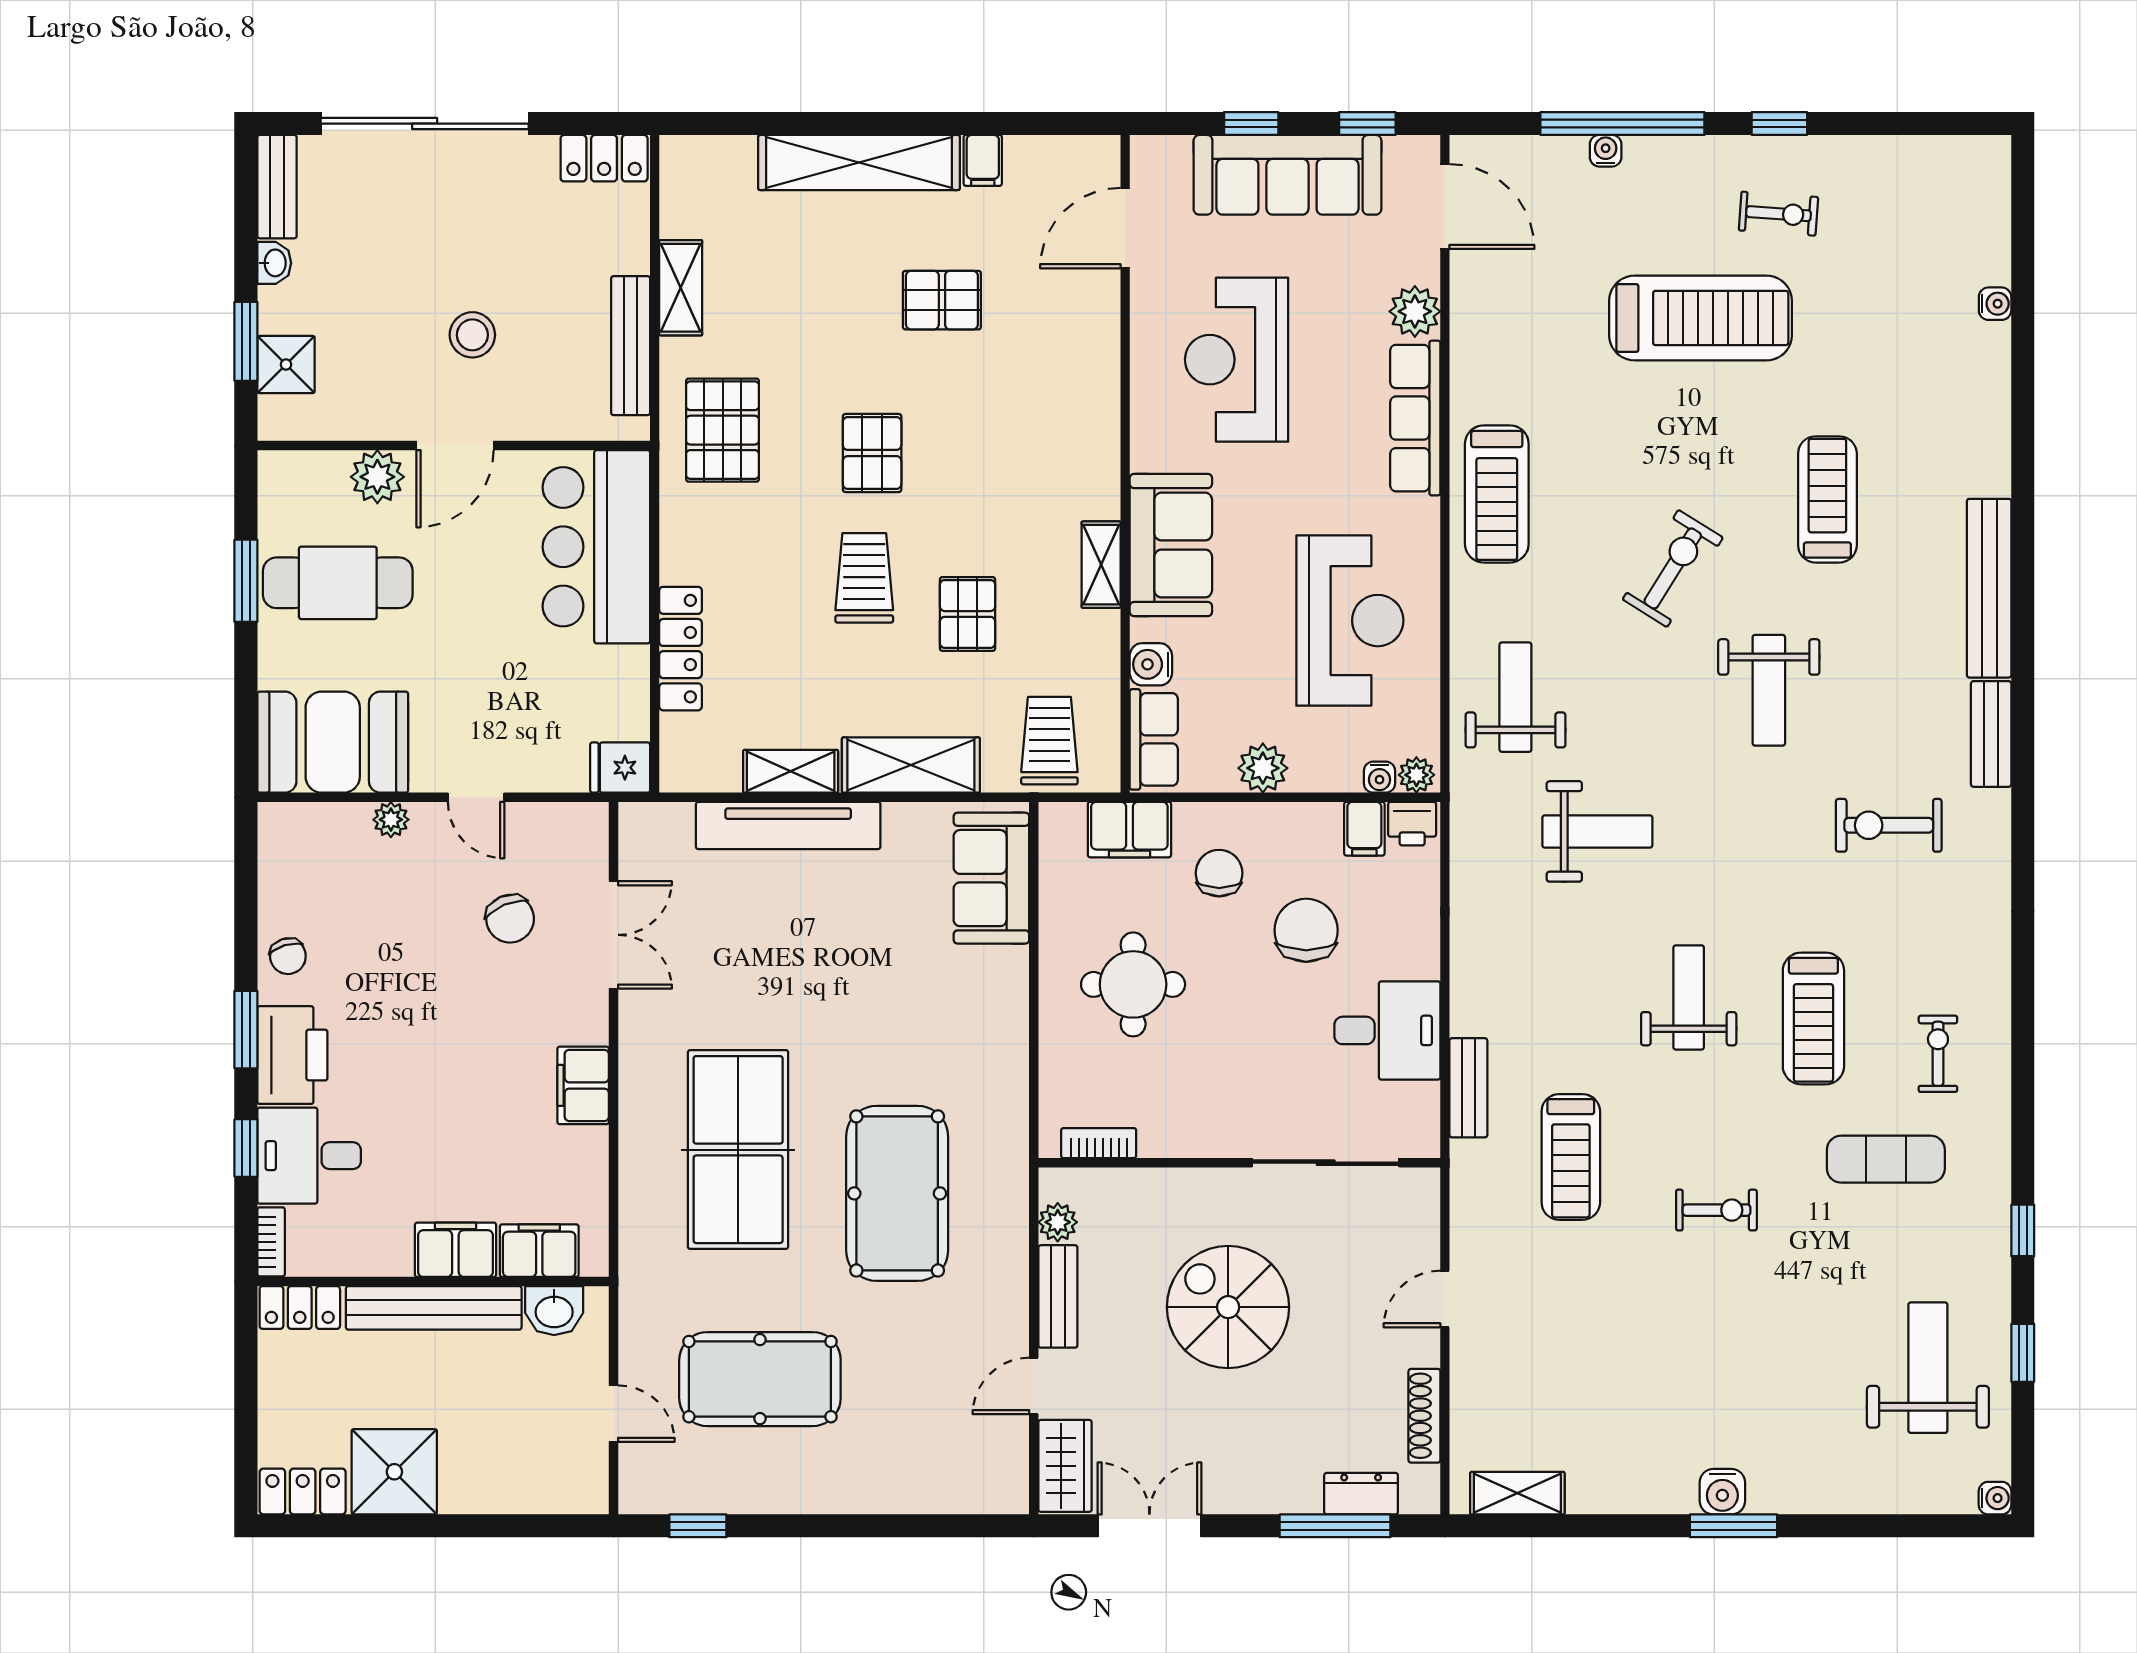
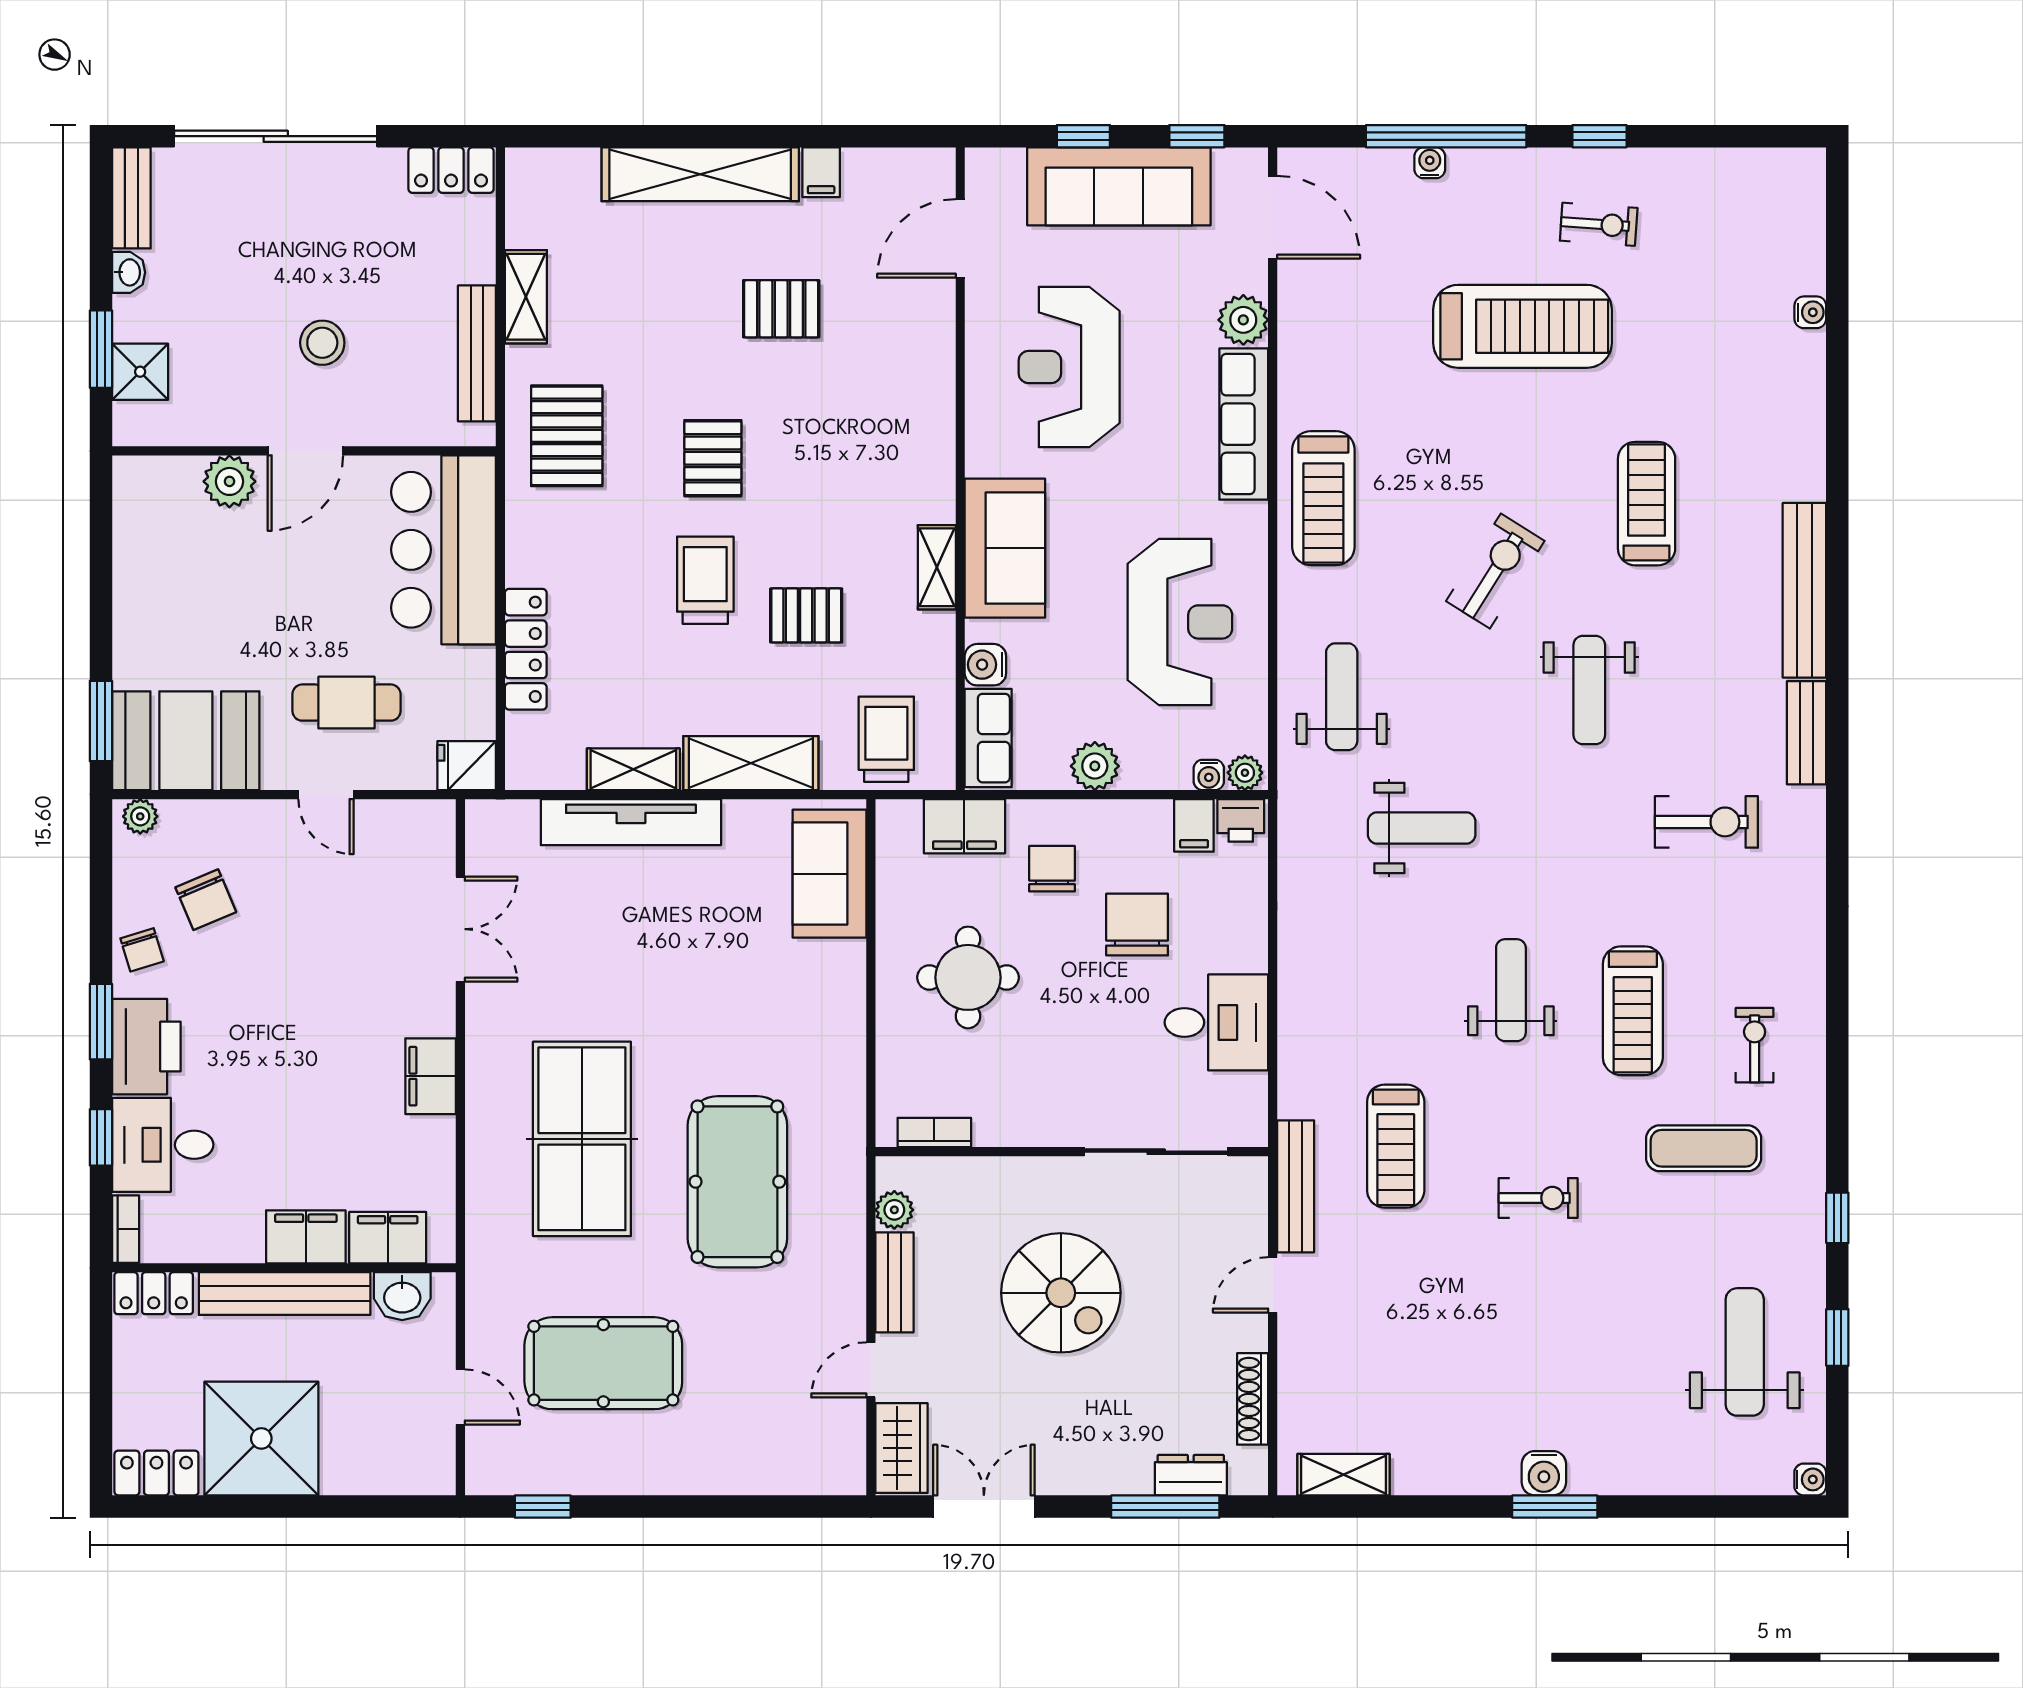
window: (246, 581) -> (101, 721), moved
cafe table: (338, 583) -> (347, 703), moved, width x0.73, depth x0.74
pallet: (968, 614) -> (806, 615), turned 90
plant: (391, 820) -> (140, 816), moved
exercise bike: (1889, 825) -> (1706, 822), turned 180
chair: (510, 919) -> (206, 900), moved
bench: (1468, 1088) -> (1296, 1186), moved, width x1.36
spiral stairs: (1228, 1307) -> (1061, 1293), turned 180
shower: (394, 1472) -> (261, 1438), width x1.37, depth x1.37

